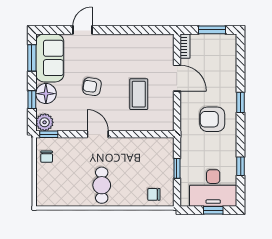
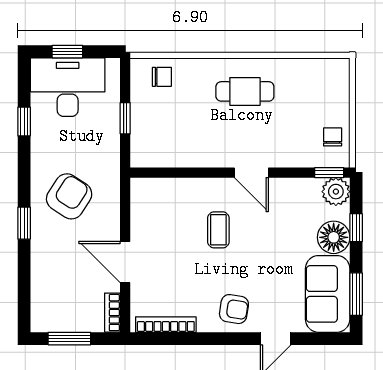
bookcase: (151, 39) -> (166, 325), added
armchair: (92, 87) -> (234, 309), moved
coffee table: (139, 94) -> (218, 230), moved, width x0.73, depth x0.77
armchair: (212, 119) -> (69, 196), turned -57
cafe table: (102, 185) -> (245, 91), turned 90

